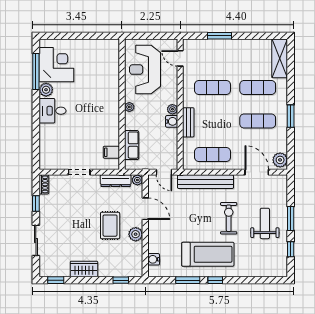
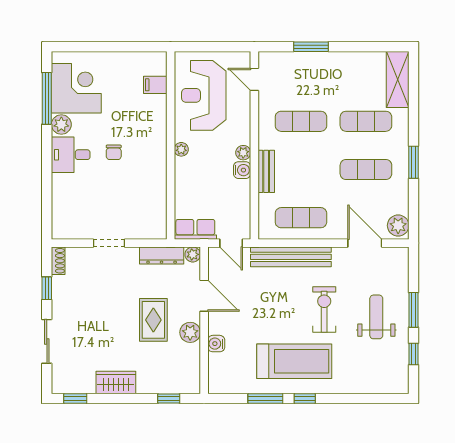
chair: (82, 109) -> (114, 152), added
row of seats: (132, 145) -> (195, 229), moved, turned -90
filing cabinet: (111, 152) -> (155, 85), moved
water cooler: (154, 259) -> (216, 344), moved

